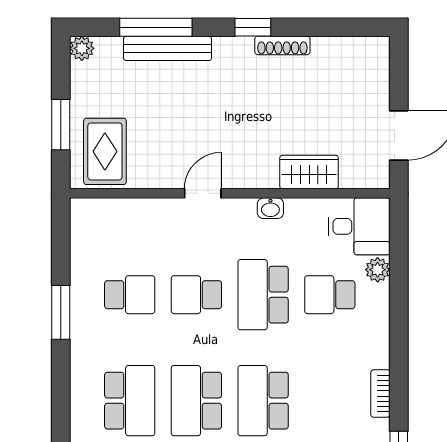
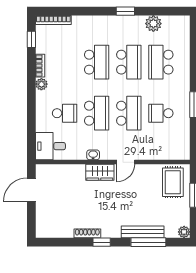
wardrobe: (309, 172) -> (100, 172), moved
plant: (378, 270) -> (41, 84), moved
school desk: (196, 295) -> (129, 113), width x1.85

